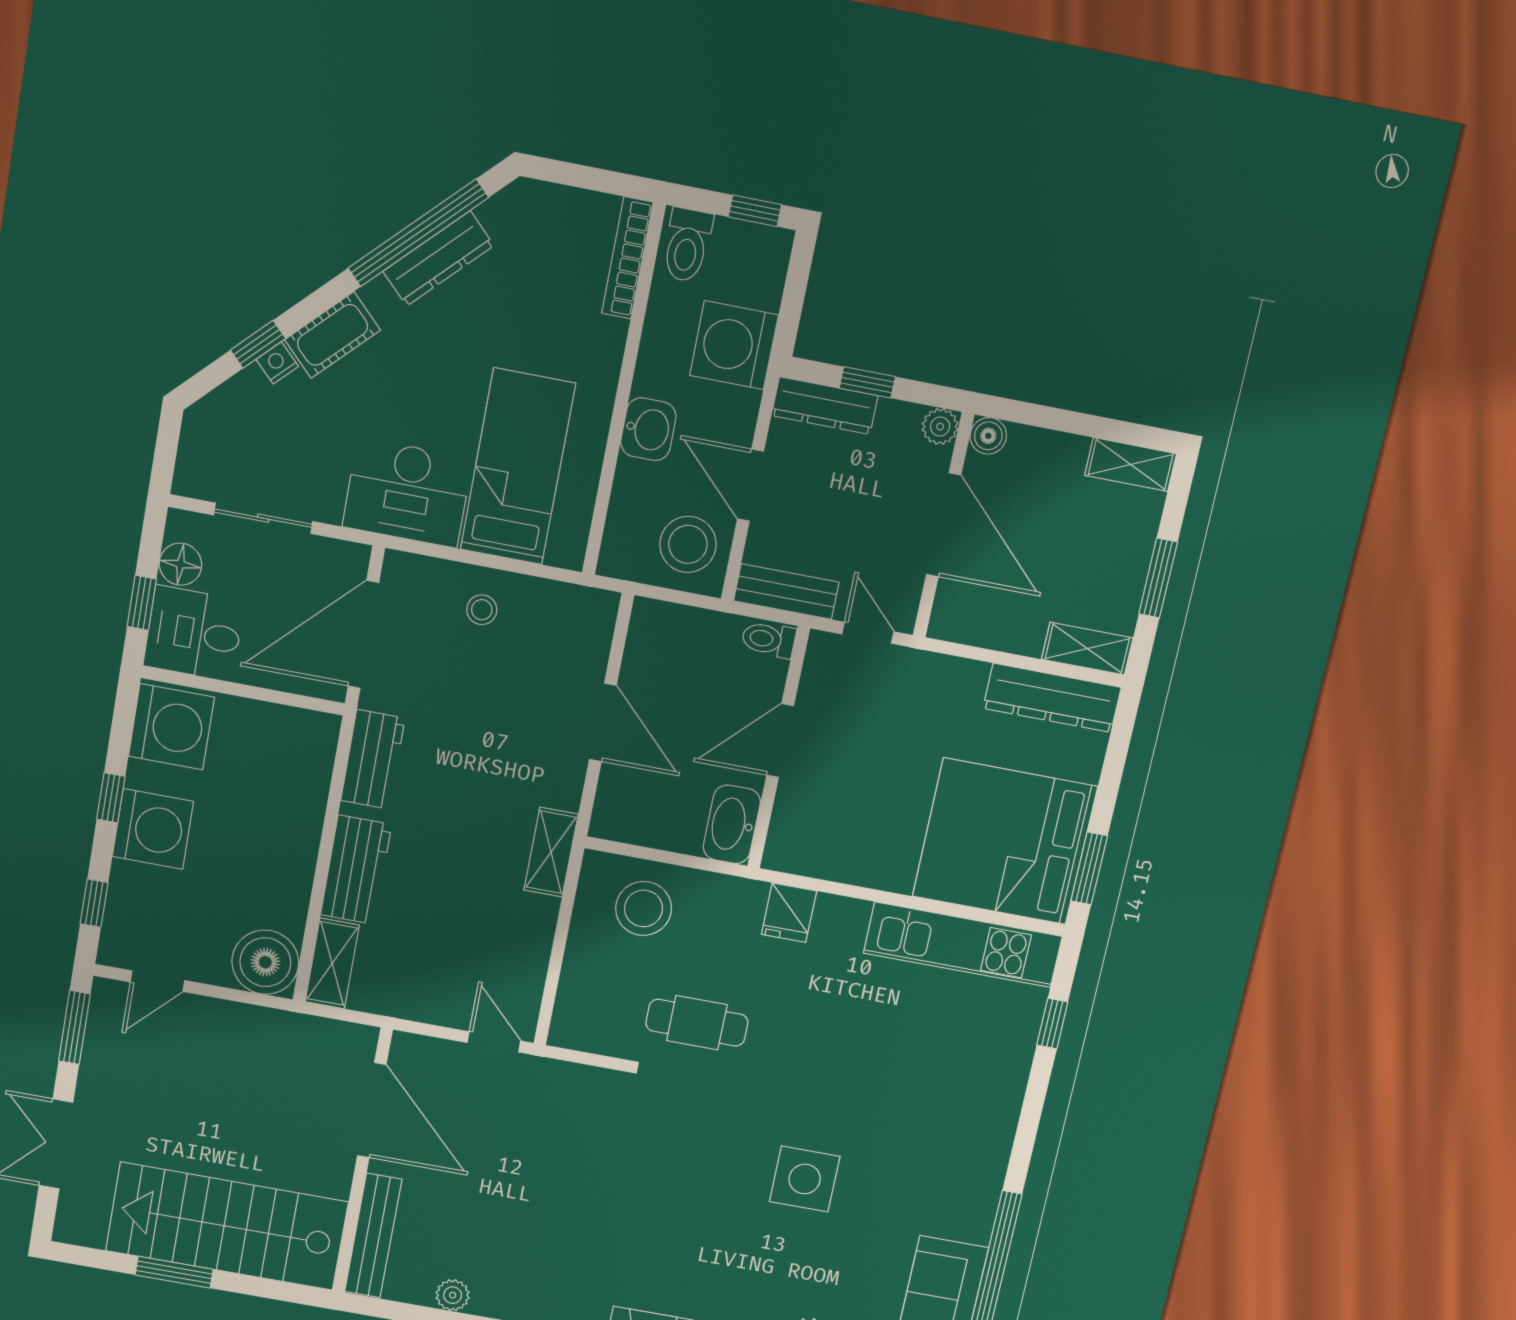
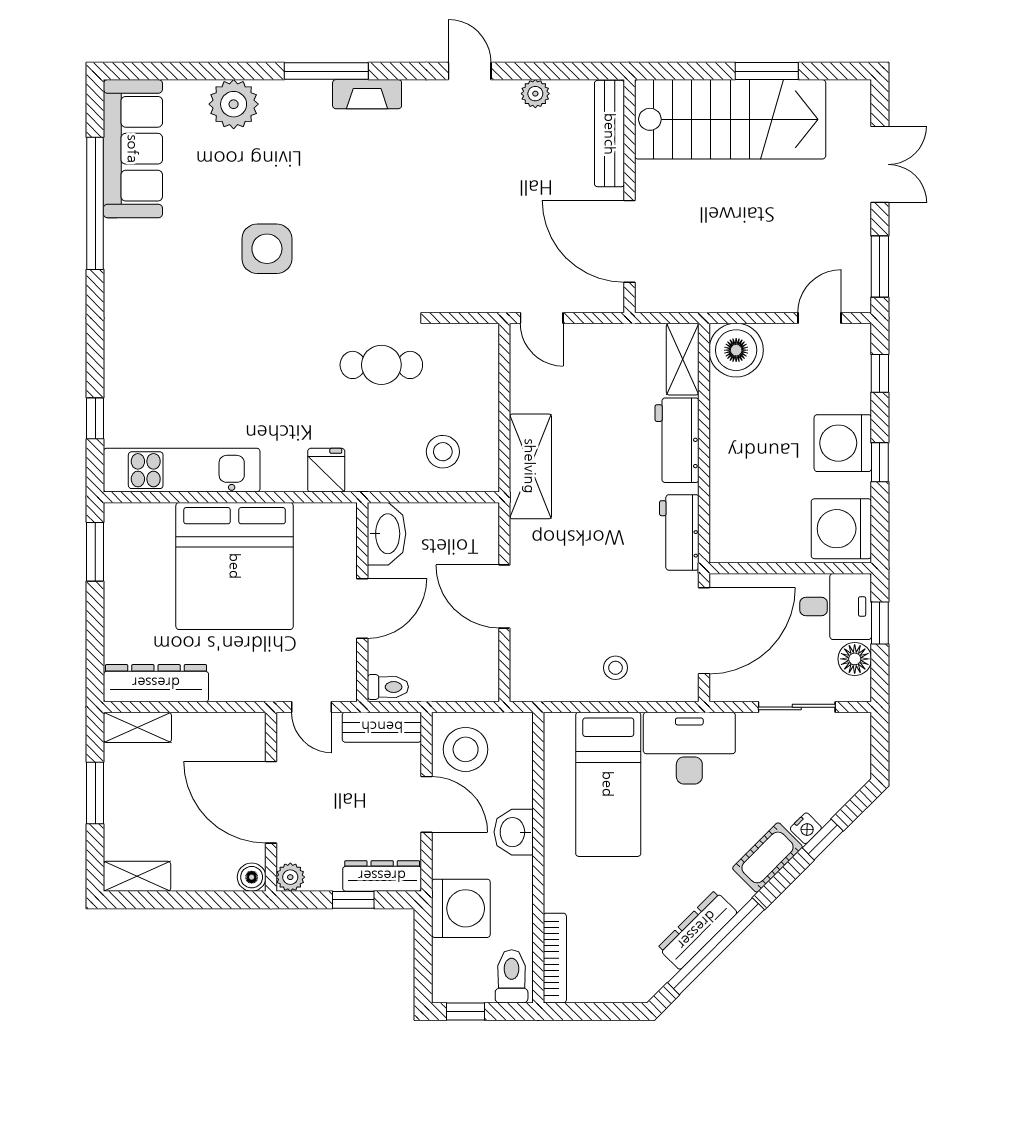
bed: (1005, 842) -> (235, 566), moved, turned 90
shelving: (551, 852) -> (530, 466), width x1.50, depth x1.33
stool: (644, 908) -> (443, 452), width x0.73, depth x0.73

